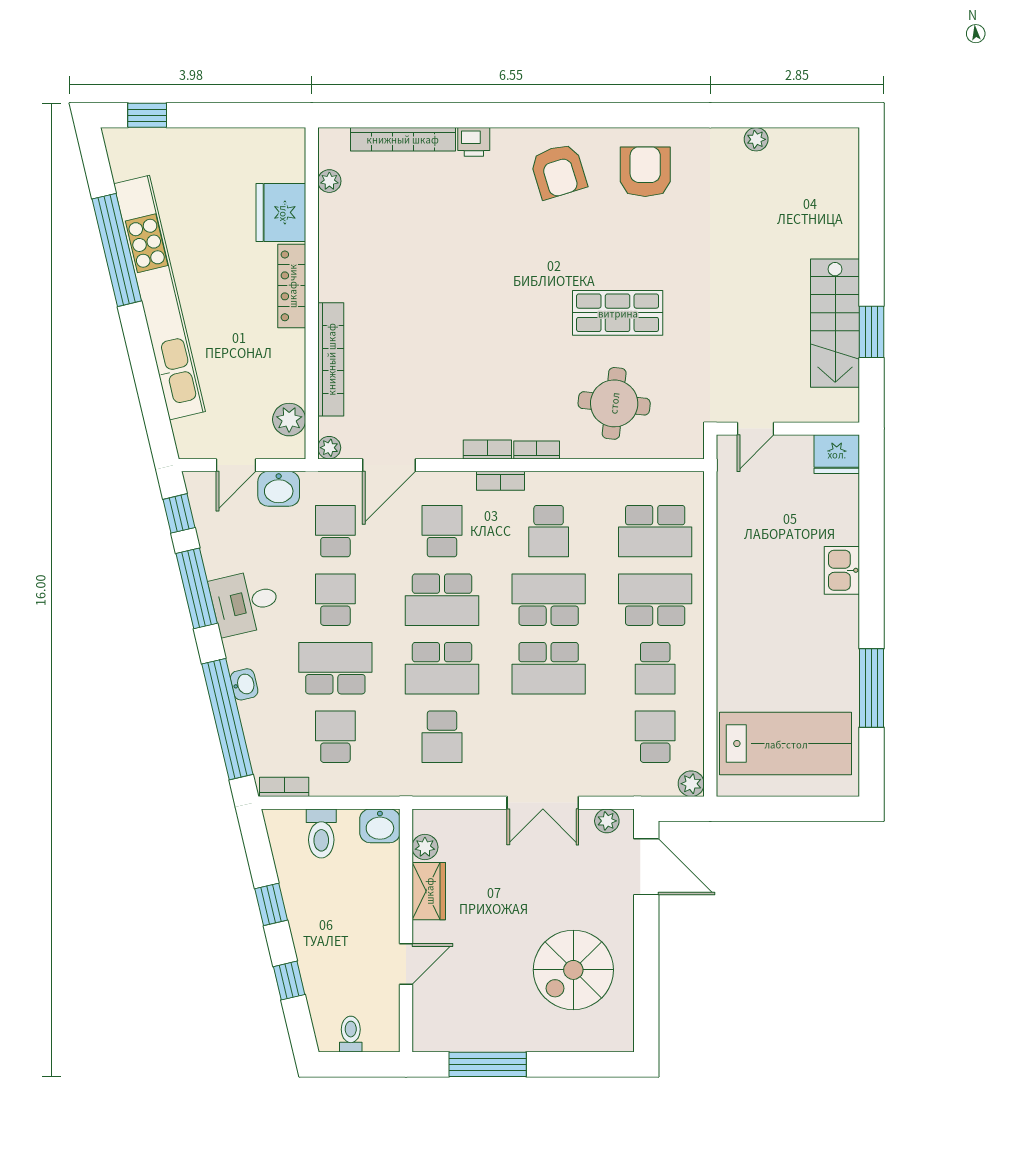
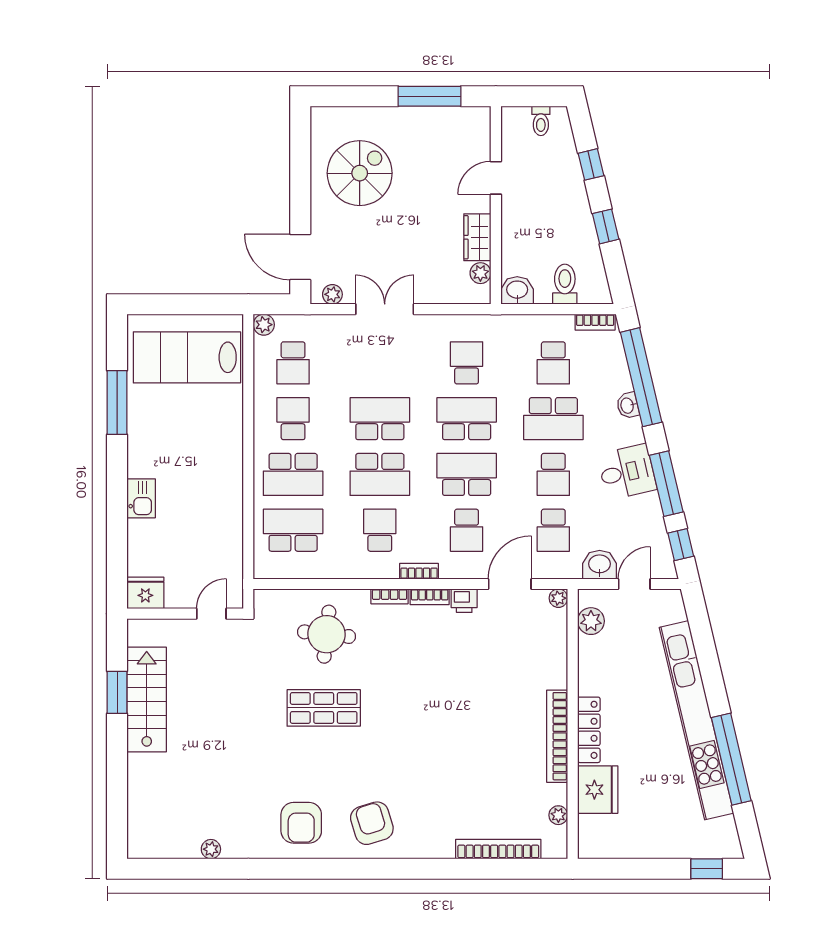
printer: (474, 142) -> (464, 601), moved, turned 180
bookcase: (331, 359) -> (557, 736), moved

